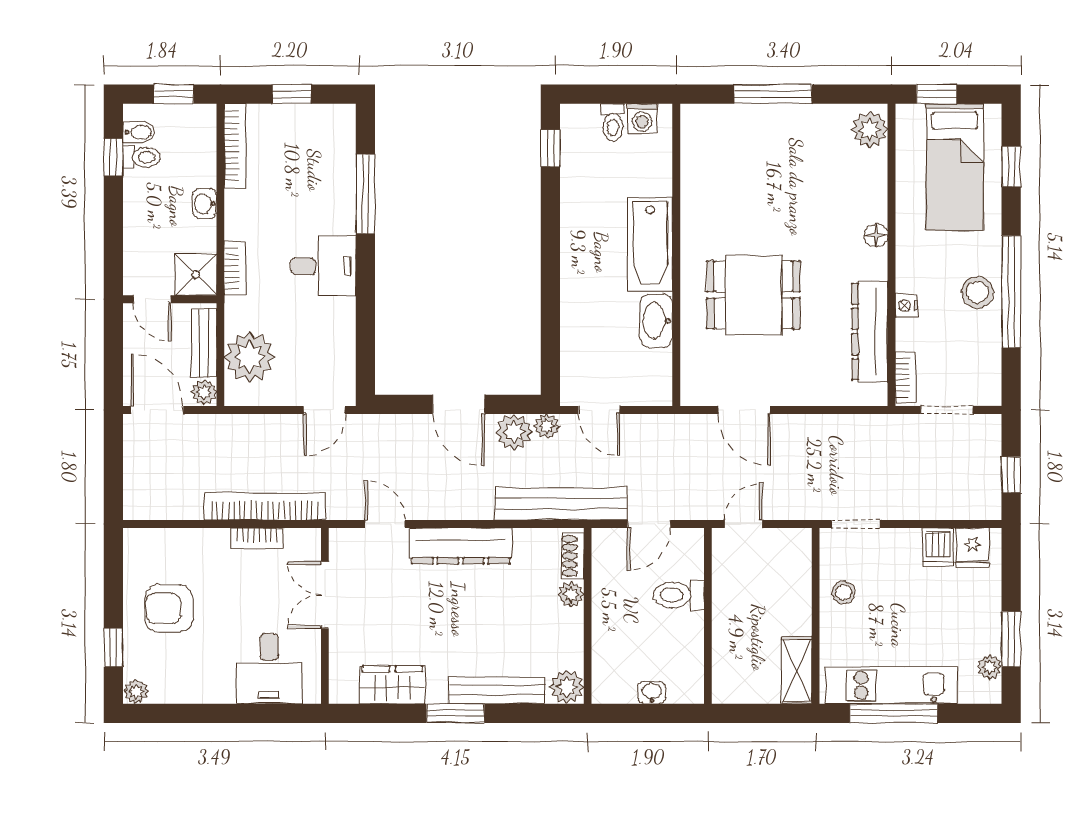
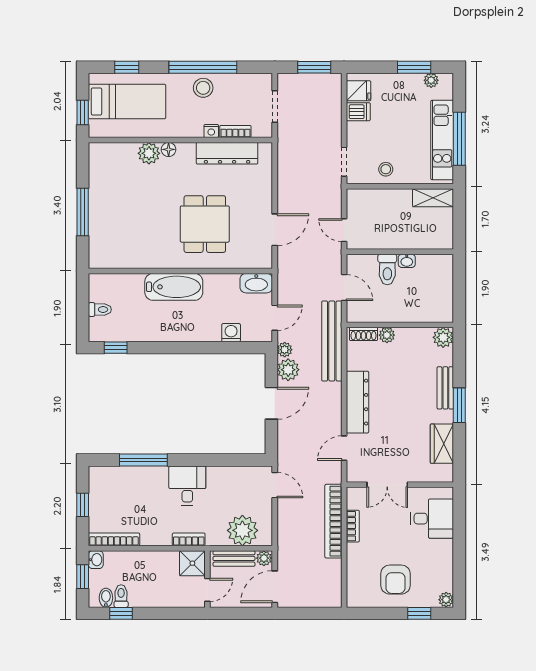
washing machine: (642, 119) -> (231, 333), moved, turned -90
plant: (870, 130) -> (149, 153), moved
washbasin: (205, 204) -> (96, 560), moved, turned -90
washbasin: (656, 321) -> (256, 283), moved
bookcase: (906, 377) -> (235, 132), moved
window: (1011, 475) -> (314, 67), width x1.50
bench: (497, 690) -> (445, 388), width x0.73
washbasin: (652, 692) -> (407, 261), moved, turned -90

